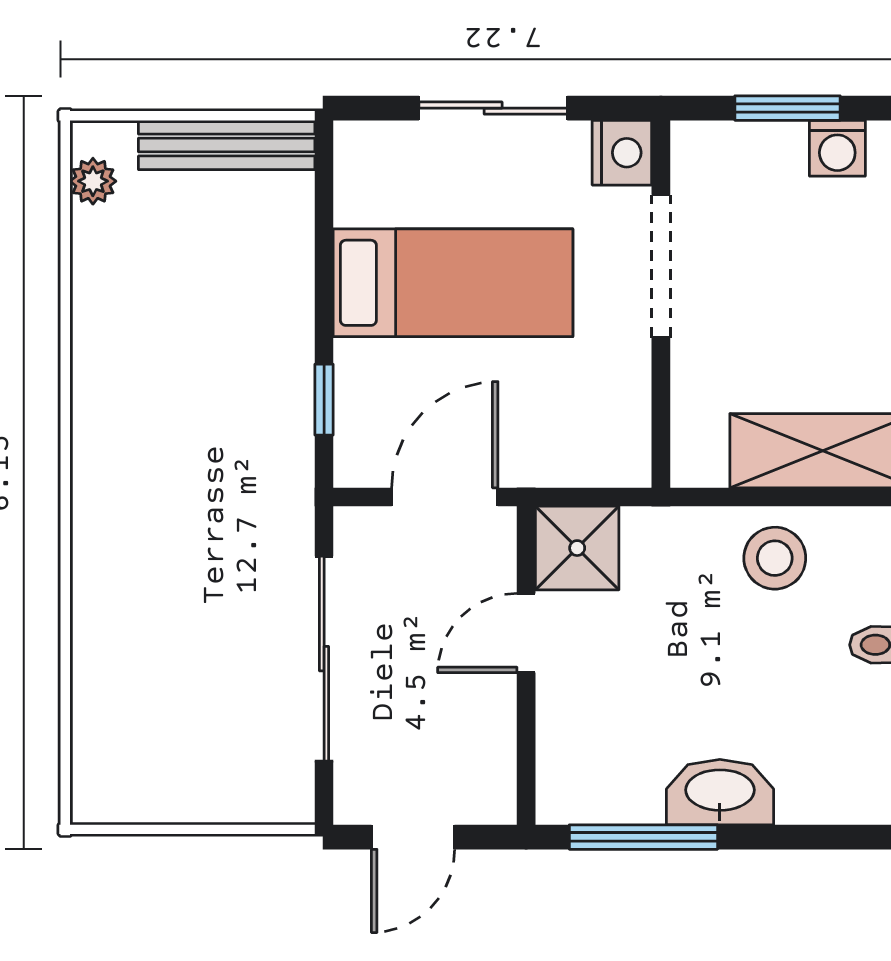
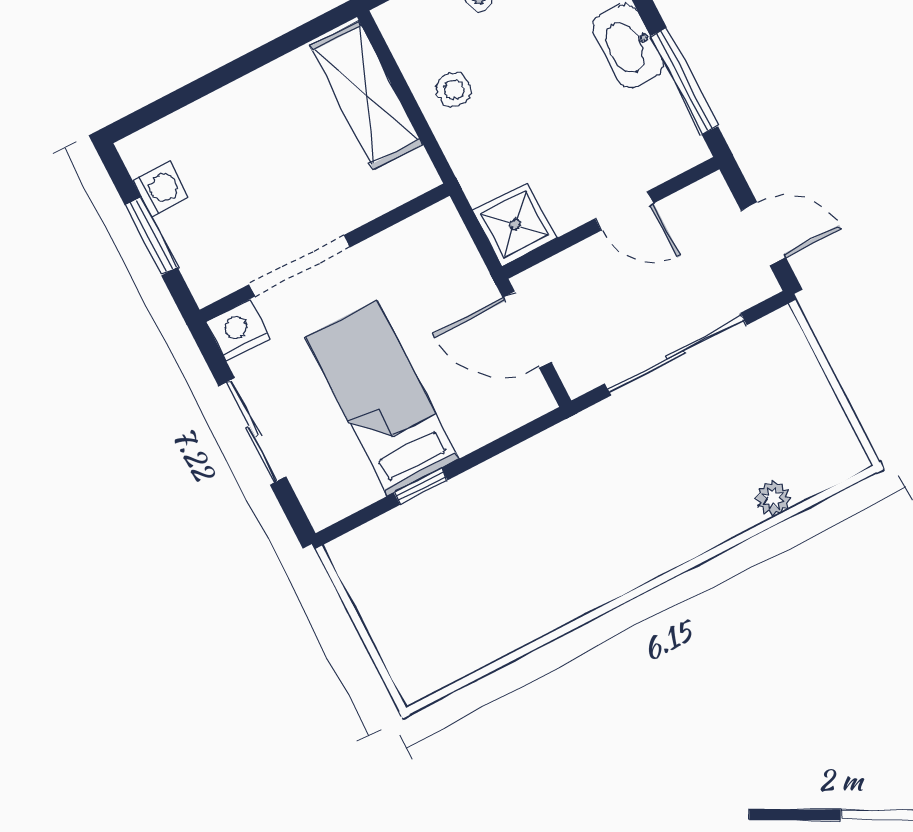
bench: (227, 145) -> (368, 595), removed
plant: (93, 181) -> (773, 498), moved
window: (324, 400) -> (421, 486), moved
stool: (775, 558) -> (454, 90), width x0.73, depth x0.73
door: (526, 633) -> (624, 211), moved

